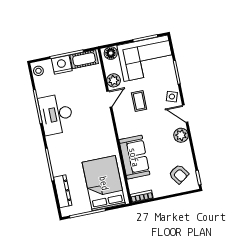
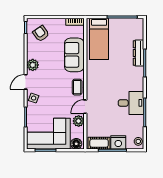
coffee table: (139, 101) -> (77, 87), moved
desk: (56, 114) -> (131, 103), width x0.73
door: (185, 114) -> (26, 82), swing flipped
bed: (104, 183) -> (99, 39), width x0.67
dresser: (63, 191) -> (139, 53), moved

